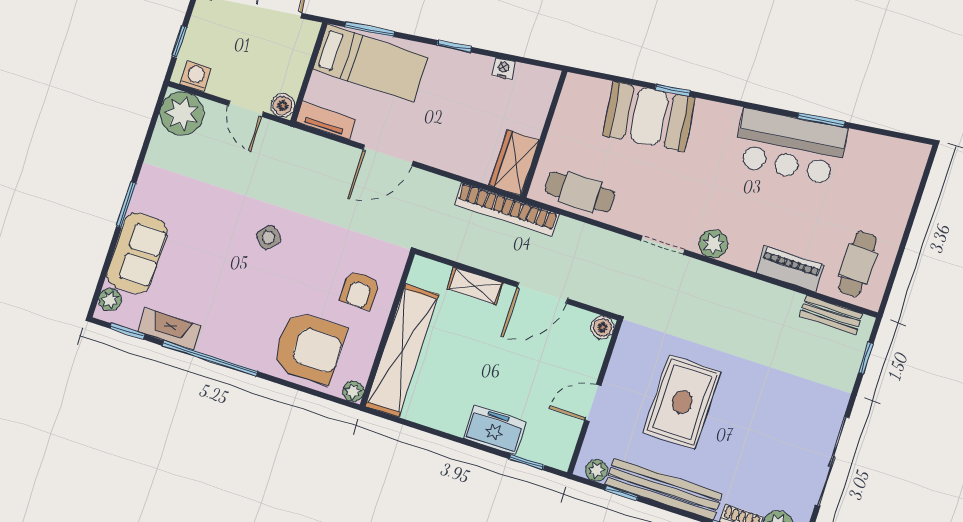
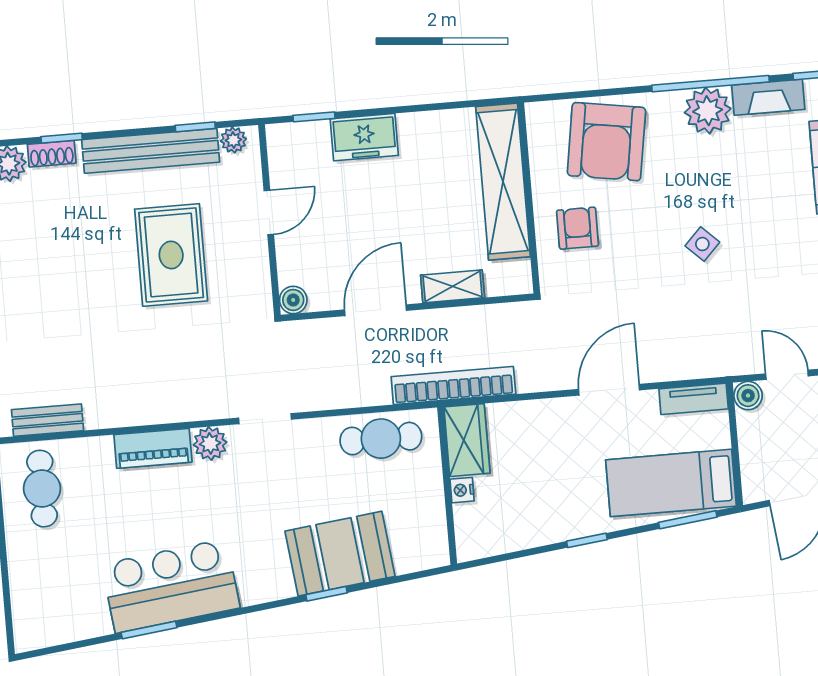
nightstand: (503, 68) -> (462, 490), moved, turned 97
piano: (790, 269) -> (153, 448), moved
armchair: (309, 348) -> (606, 142), turned -81
plant: (353, 391) -> (708, 111), moved, width x1.88, depth x1.88

